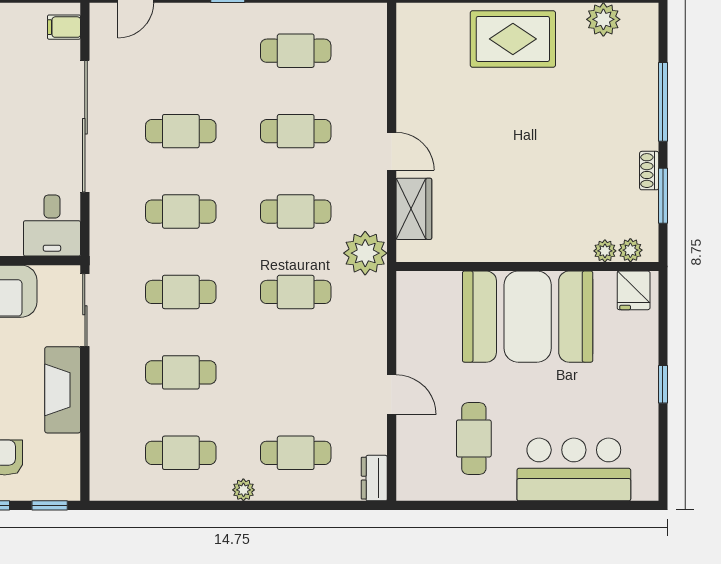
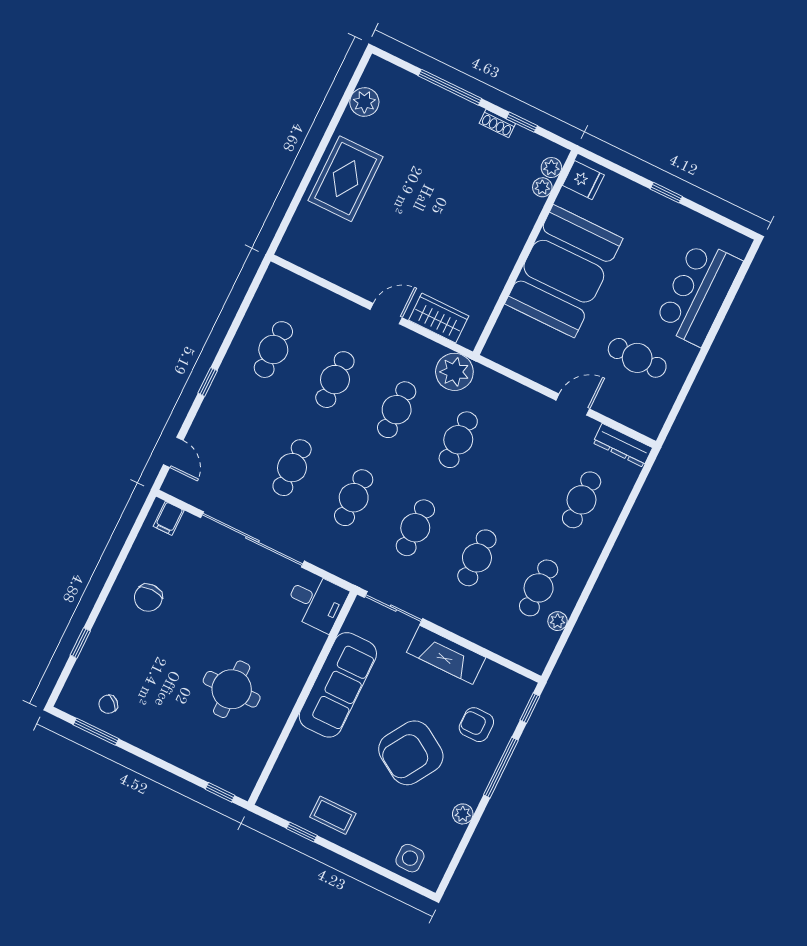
window: (663, 196) -> (522, 122), width x0.67
dresser: (374, 478) -> (623, 445), width x1.44
plant: (243, 490) -> (557, 621), moved

